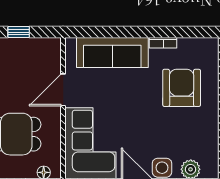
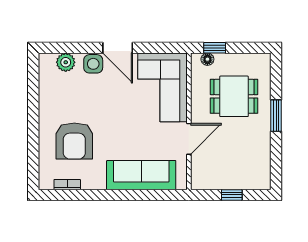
bookcase: (163, 43) -> (67, 185), moved

